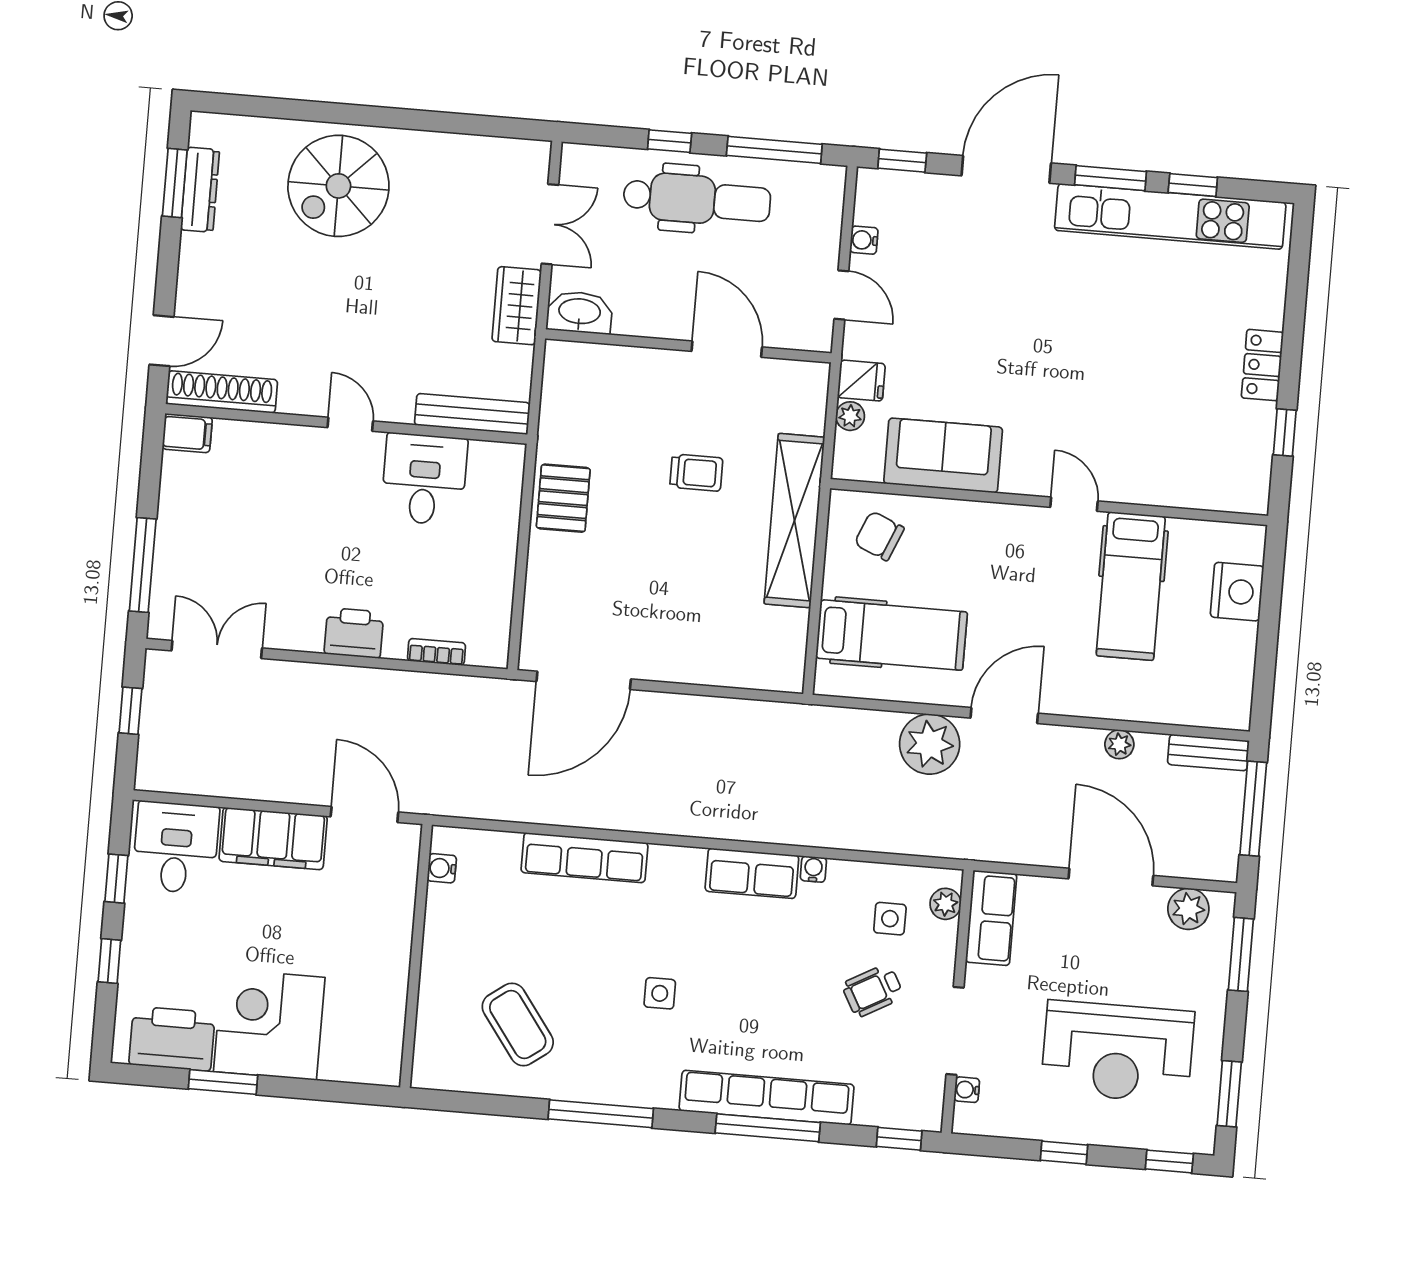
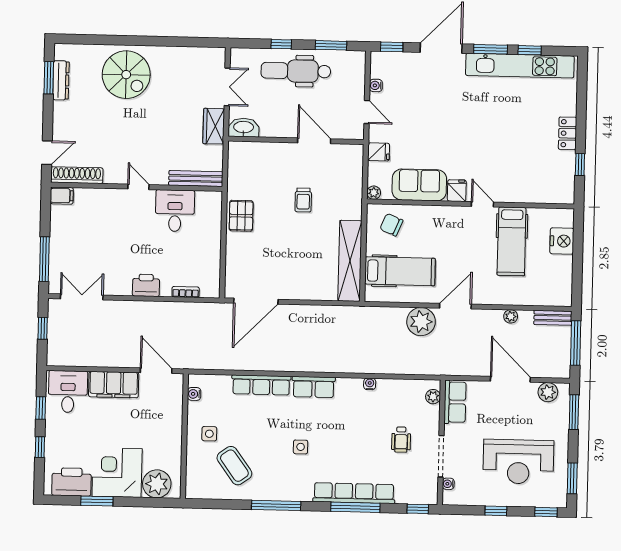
window: (774, 150) -> (331, 45), width x0.69
spiral stairs: (338, 186) -> (126, 75), turned -90
dental chair: (697, 199) -> (296, 71), turned 180
plant: (850, 416) -> (374, 193), moved
fridge: (1021, 472) -> (457, 191), added
trolley: (696, 473) -> (303, 200), turned 90
shelving: (794, 521) -> (350, 261), moved
row of seats: (752, 873) -> (314, 387), moved
side table: (890, 919) -> (209, 434), moved
wheelchair: (873, 991) -> (401, 440), turned -61
plant: (352, 1053) -> (157, 484), added

